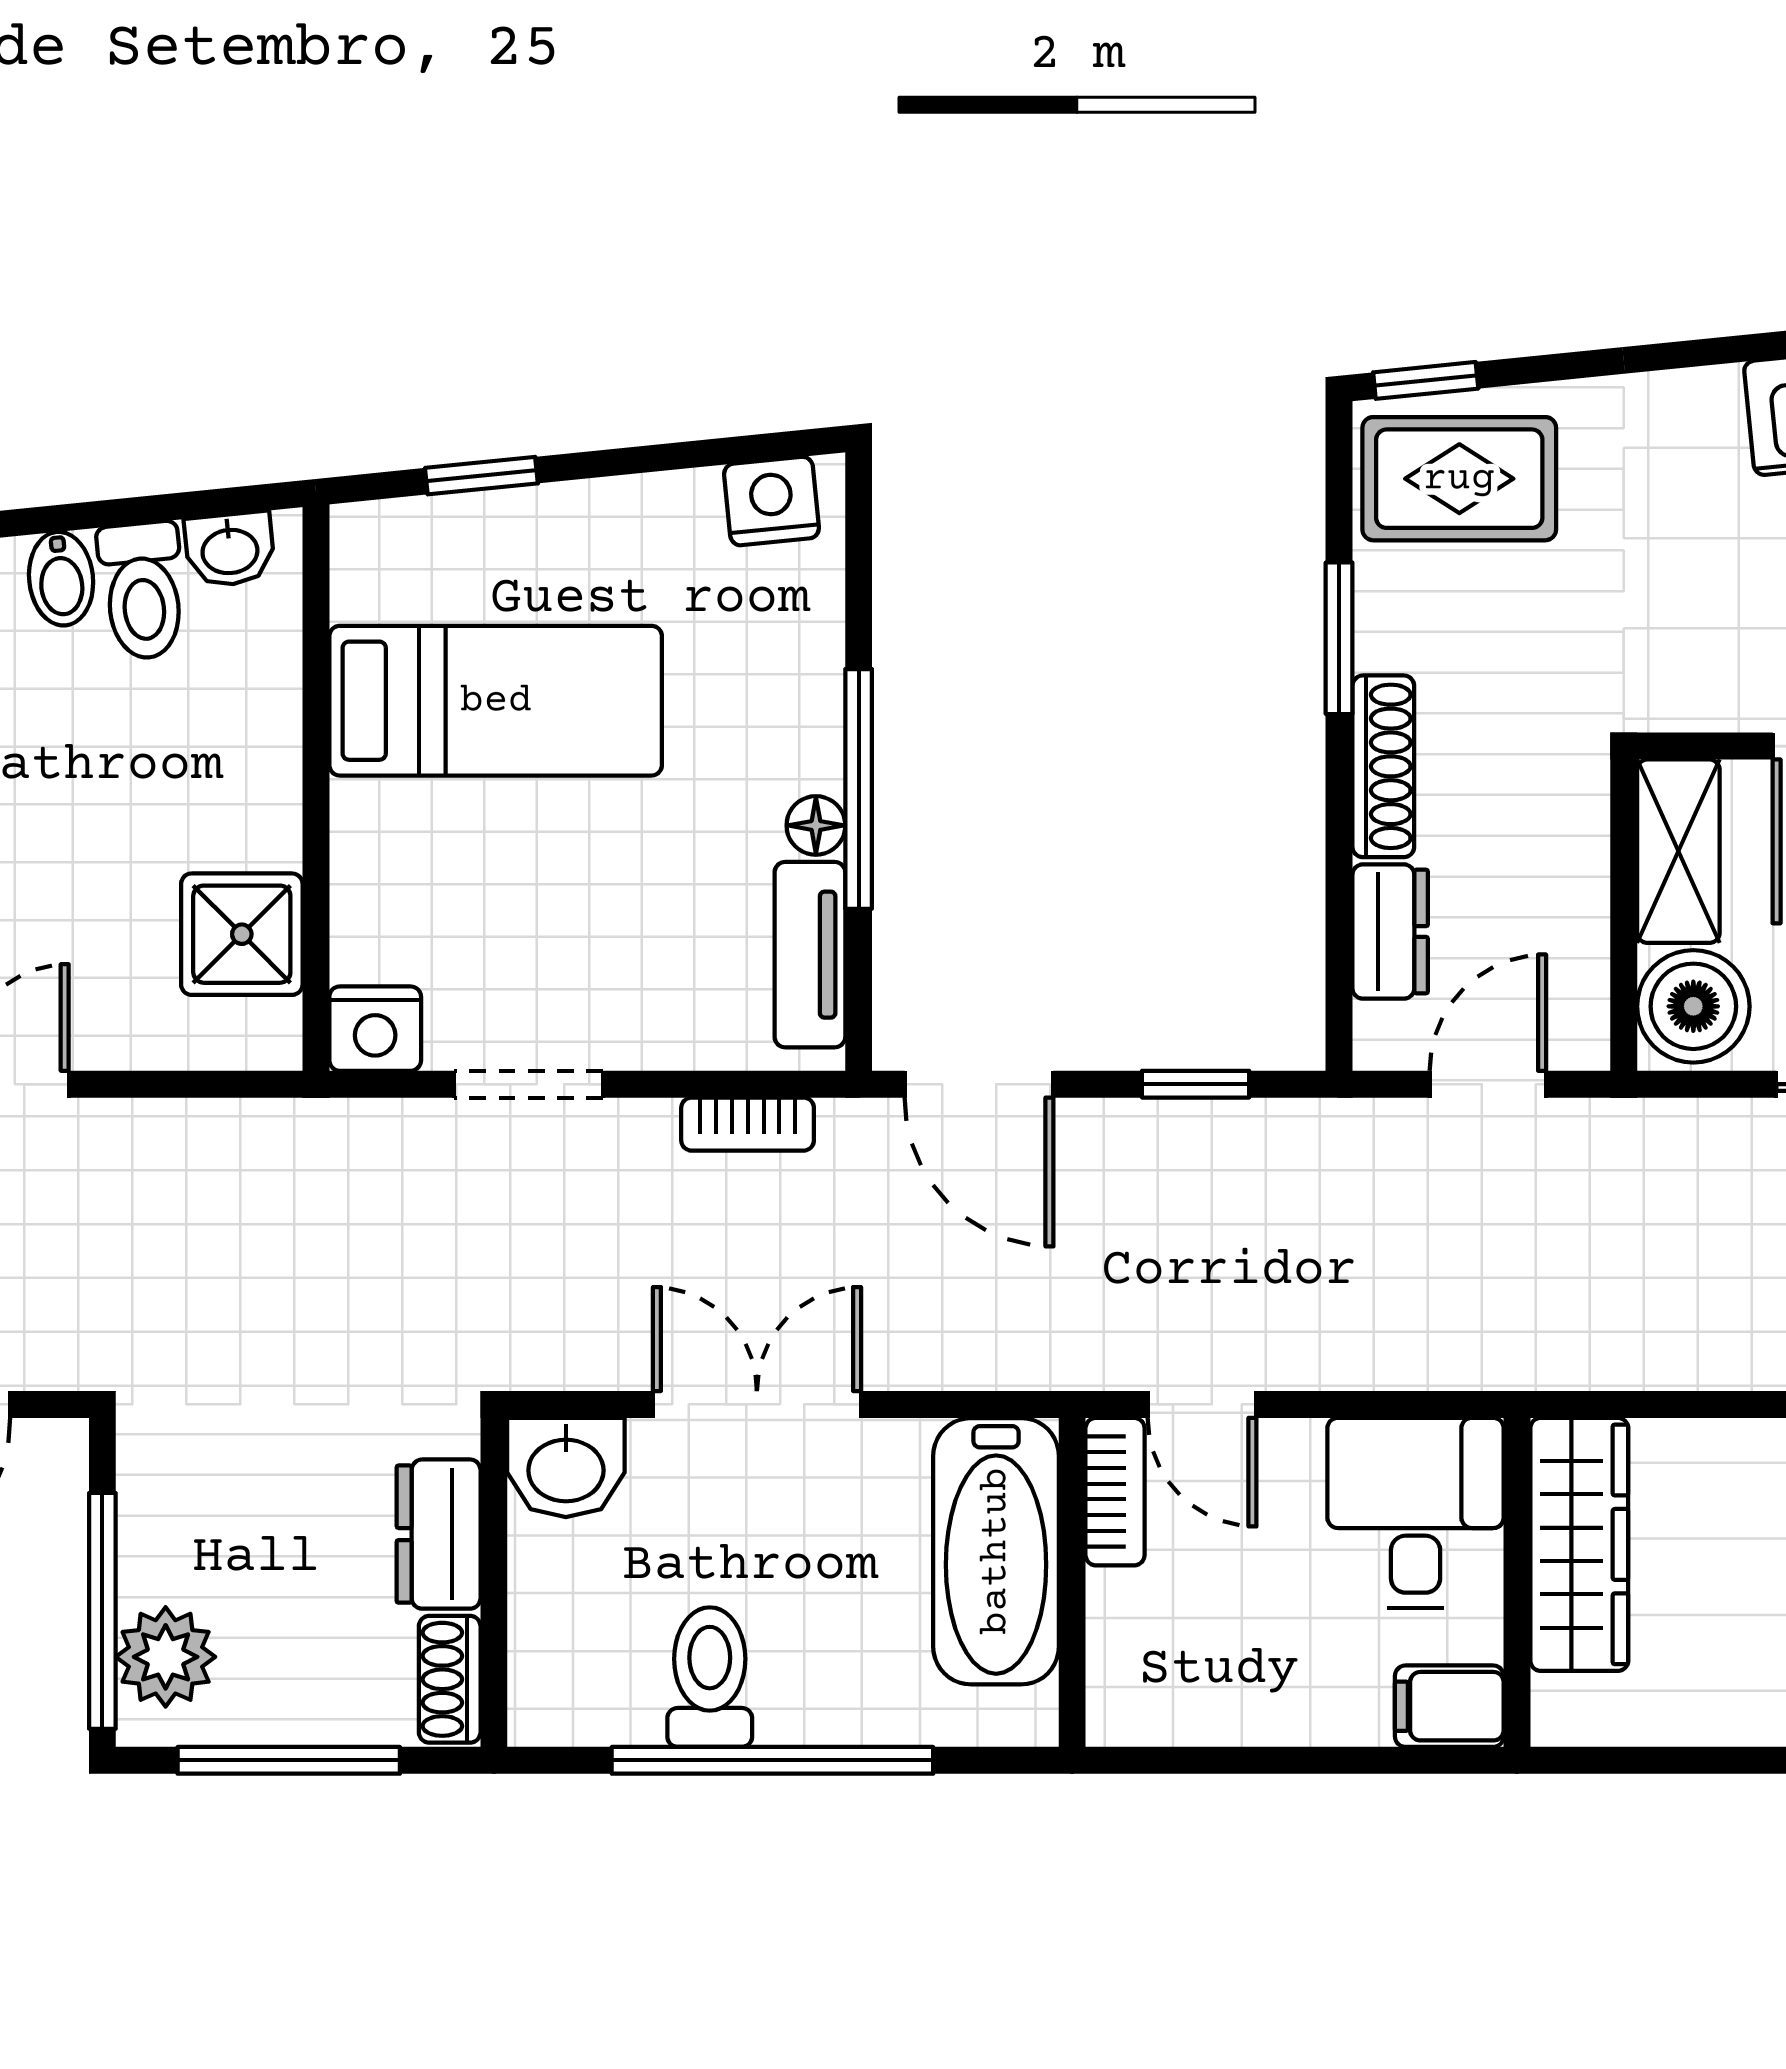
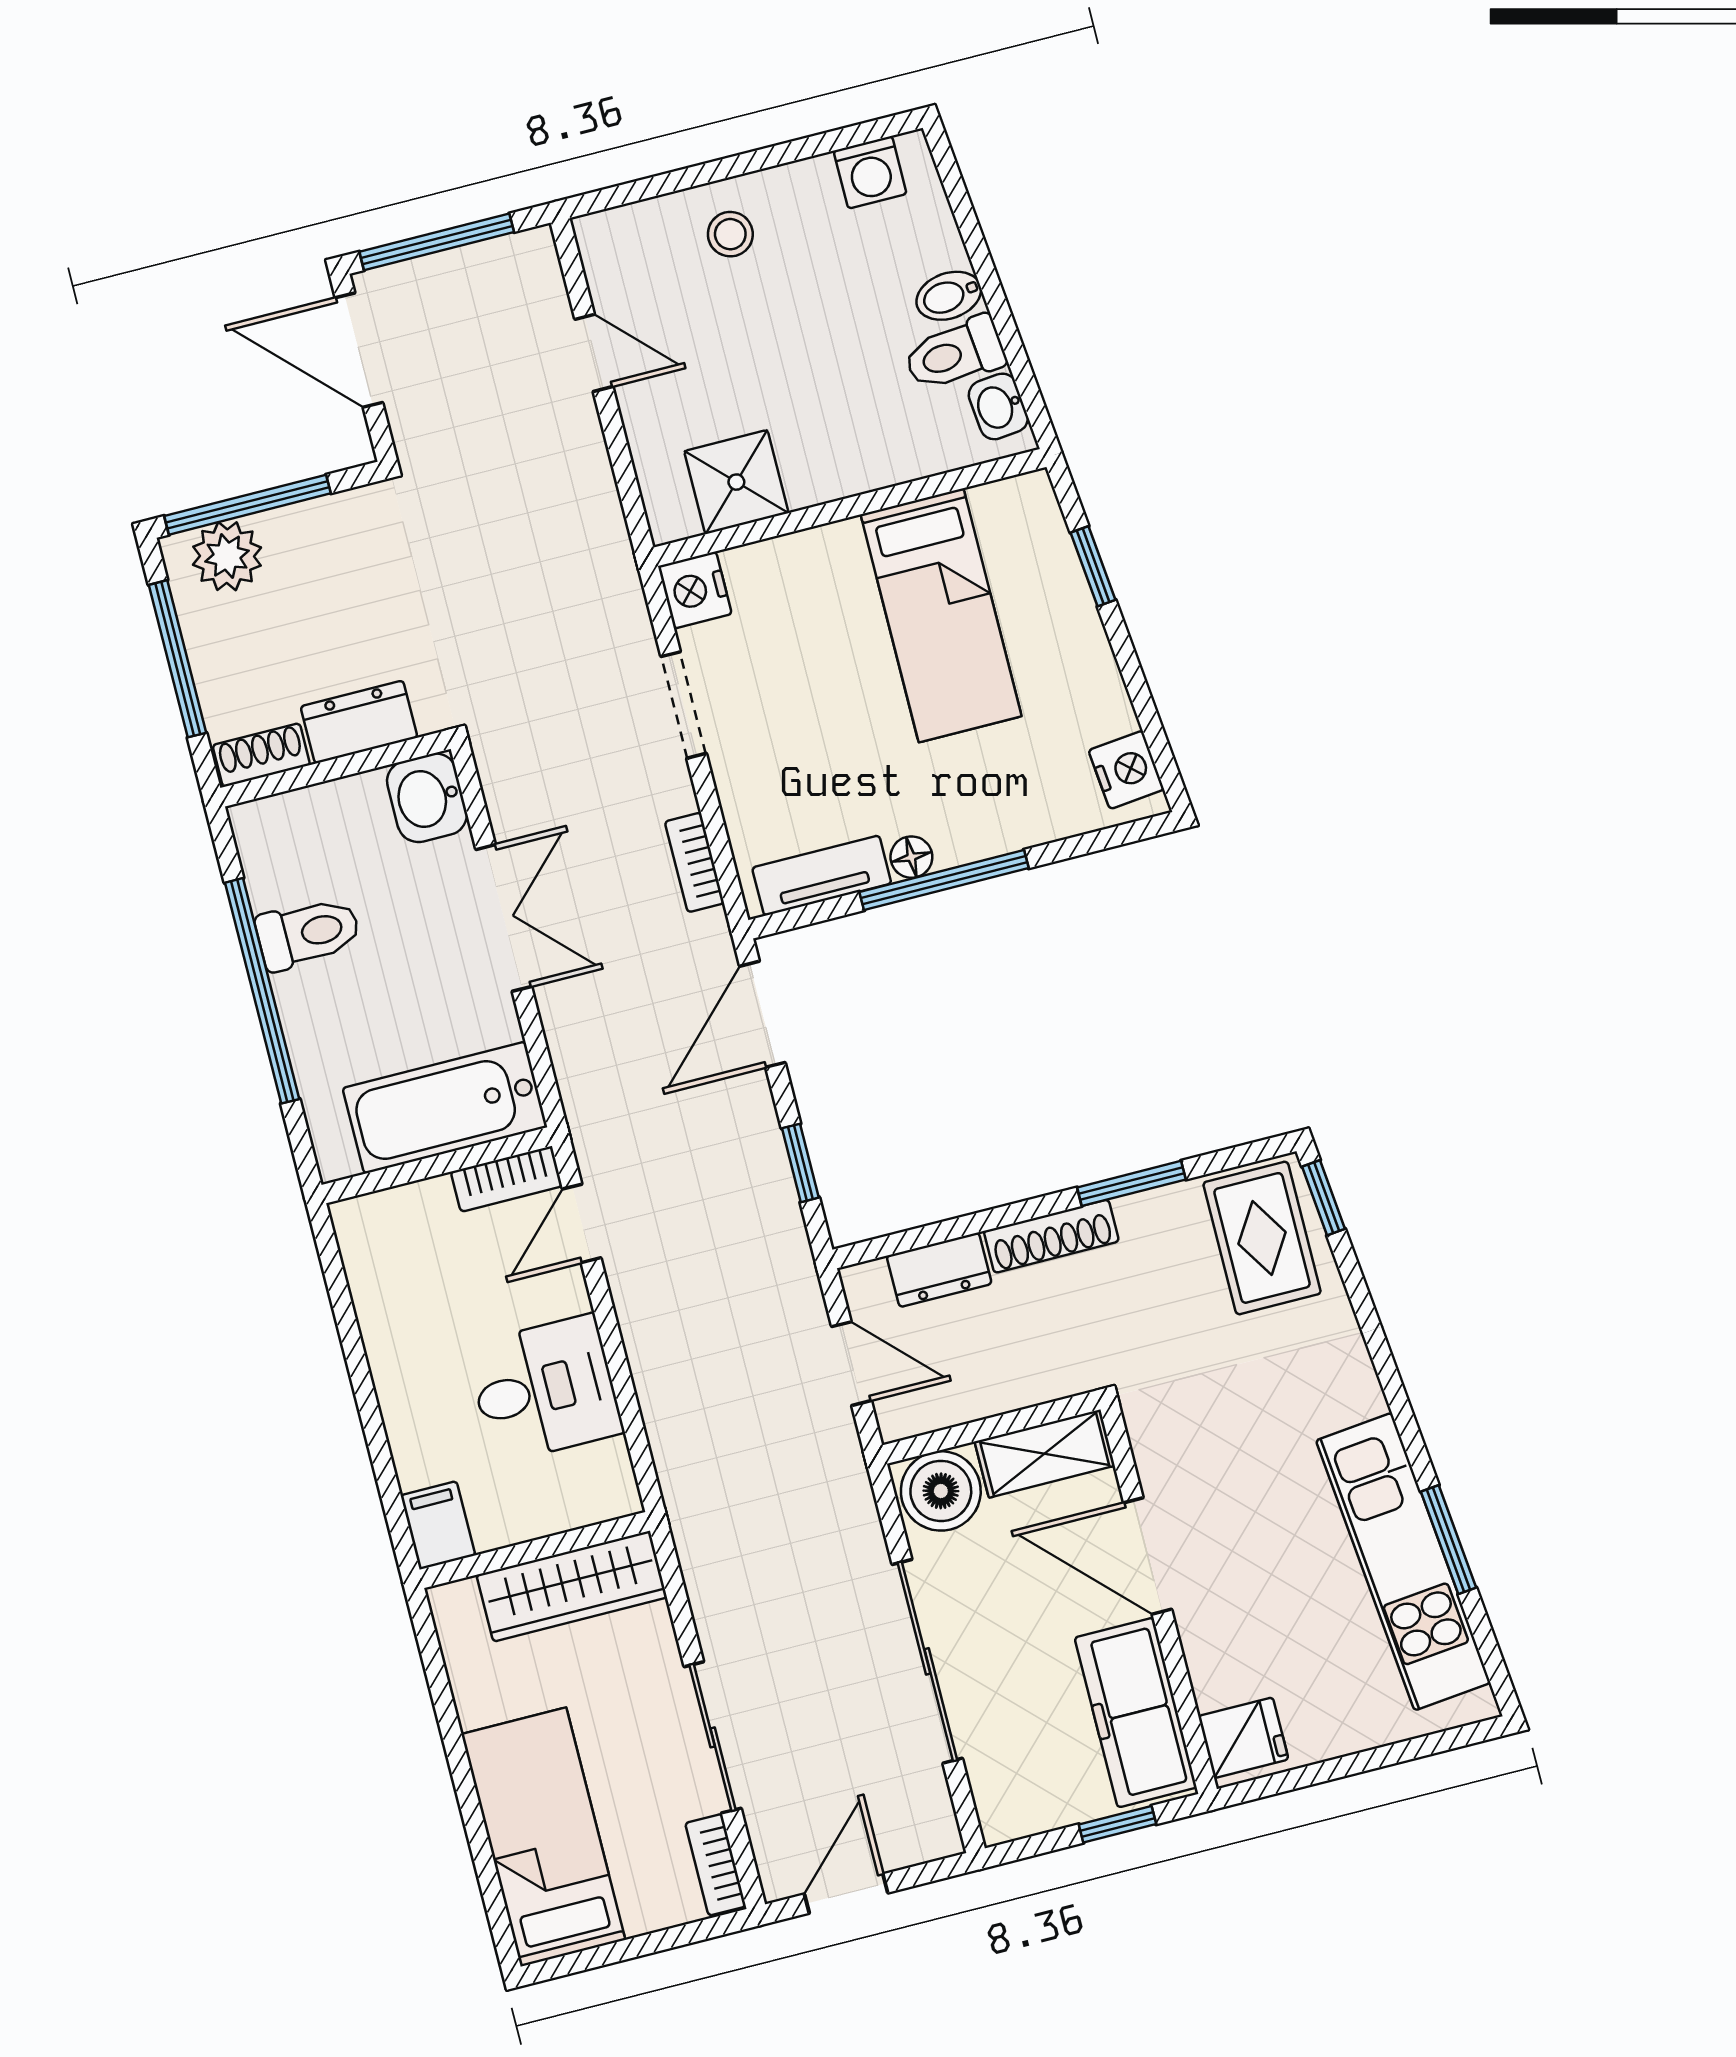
wardrobe: (1579, 1544) -> (572, 1586), moved
wall: (1517, 1582) -> (535, 1550), moved
filing cabinet: (1449, 1706) -> (438, 1525), moved

